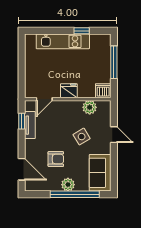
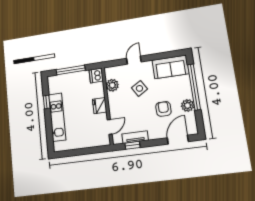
door: (44, 99) -> (110, 127), hinge flipped
plant: (68, 185) -> (188, 105), moved

